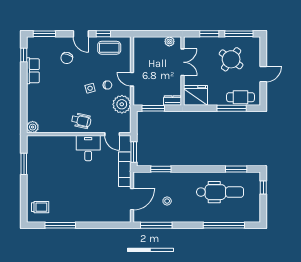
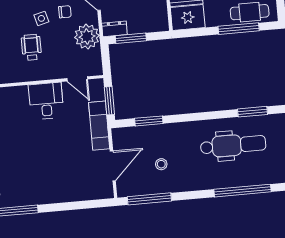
dresser: (173, 100) -> (114, 29), moved
wheelchair: (81, 121) -> (31, 47), moved, turned -103

